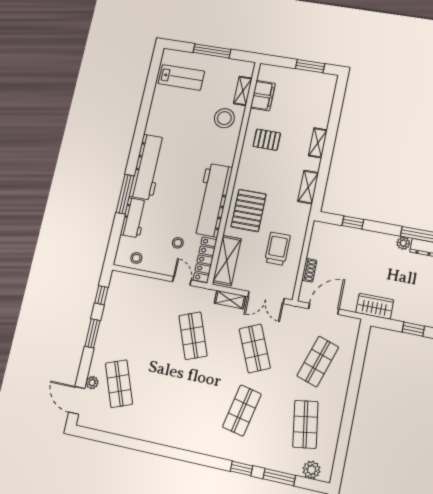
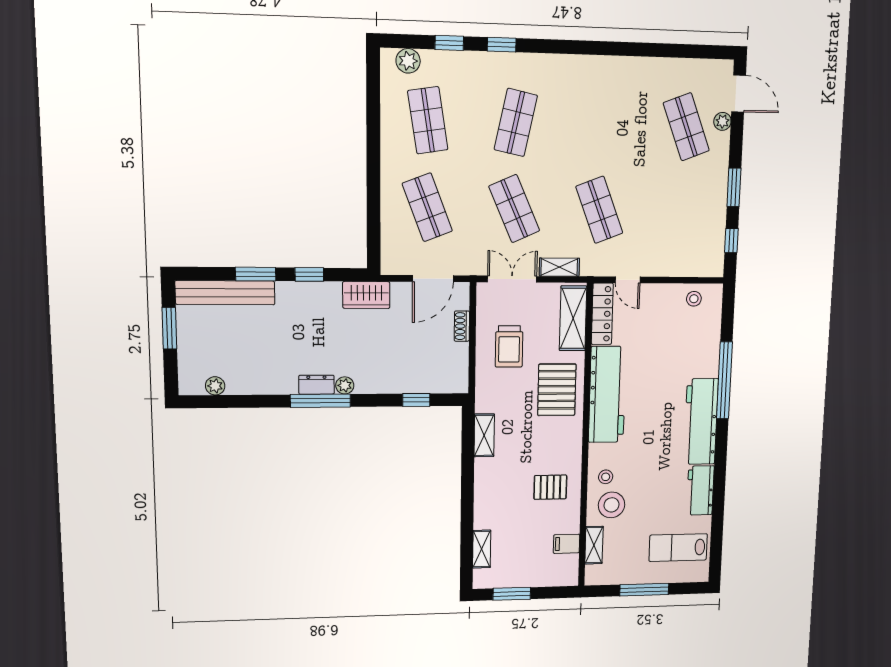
filing cabinet: (263, 96) -> (566, 544), width x0.50
shelving: (318, 143) -> (482, 549), moved
window: (125, 194) -> (724, 380), width x1.46
workbench: (134, 218) -> (700, 490), moved
stool: (178, 243) -> (606, 477), moved
shop shelf: (318, 361) -> (427, 207), turned -39
window: (279, 477) -> (449, 43), width x0.67

